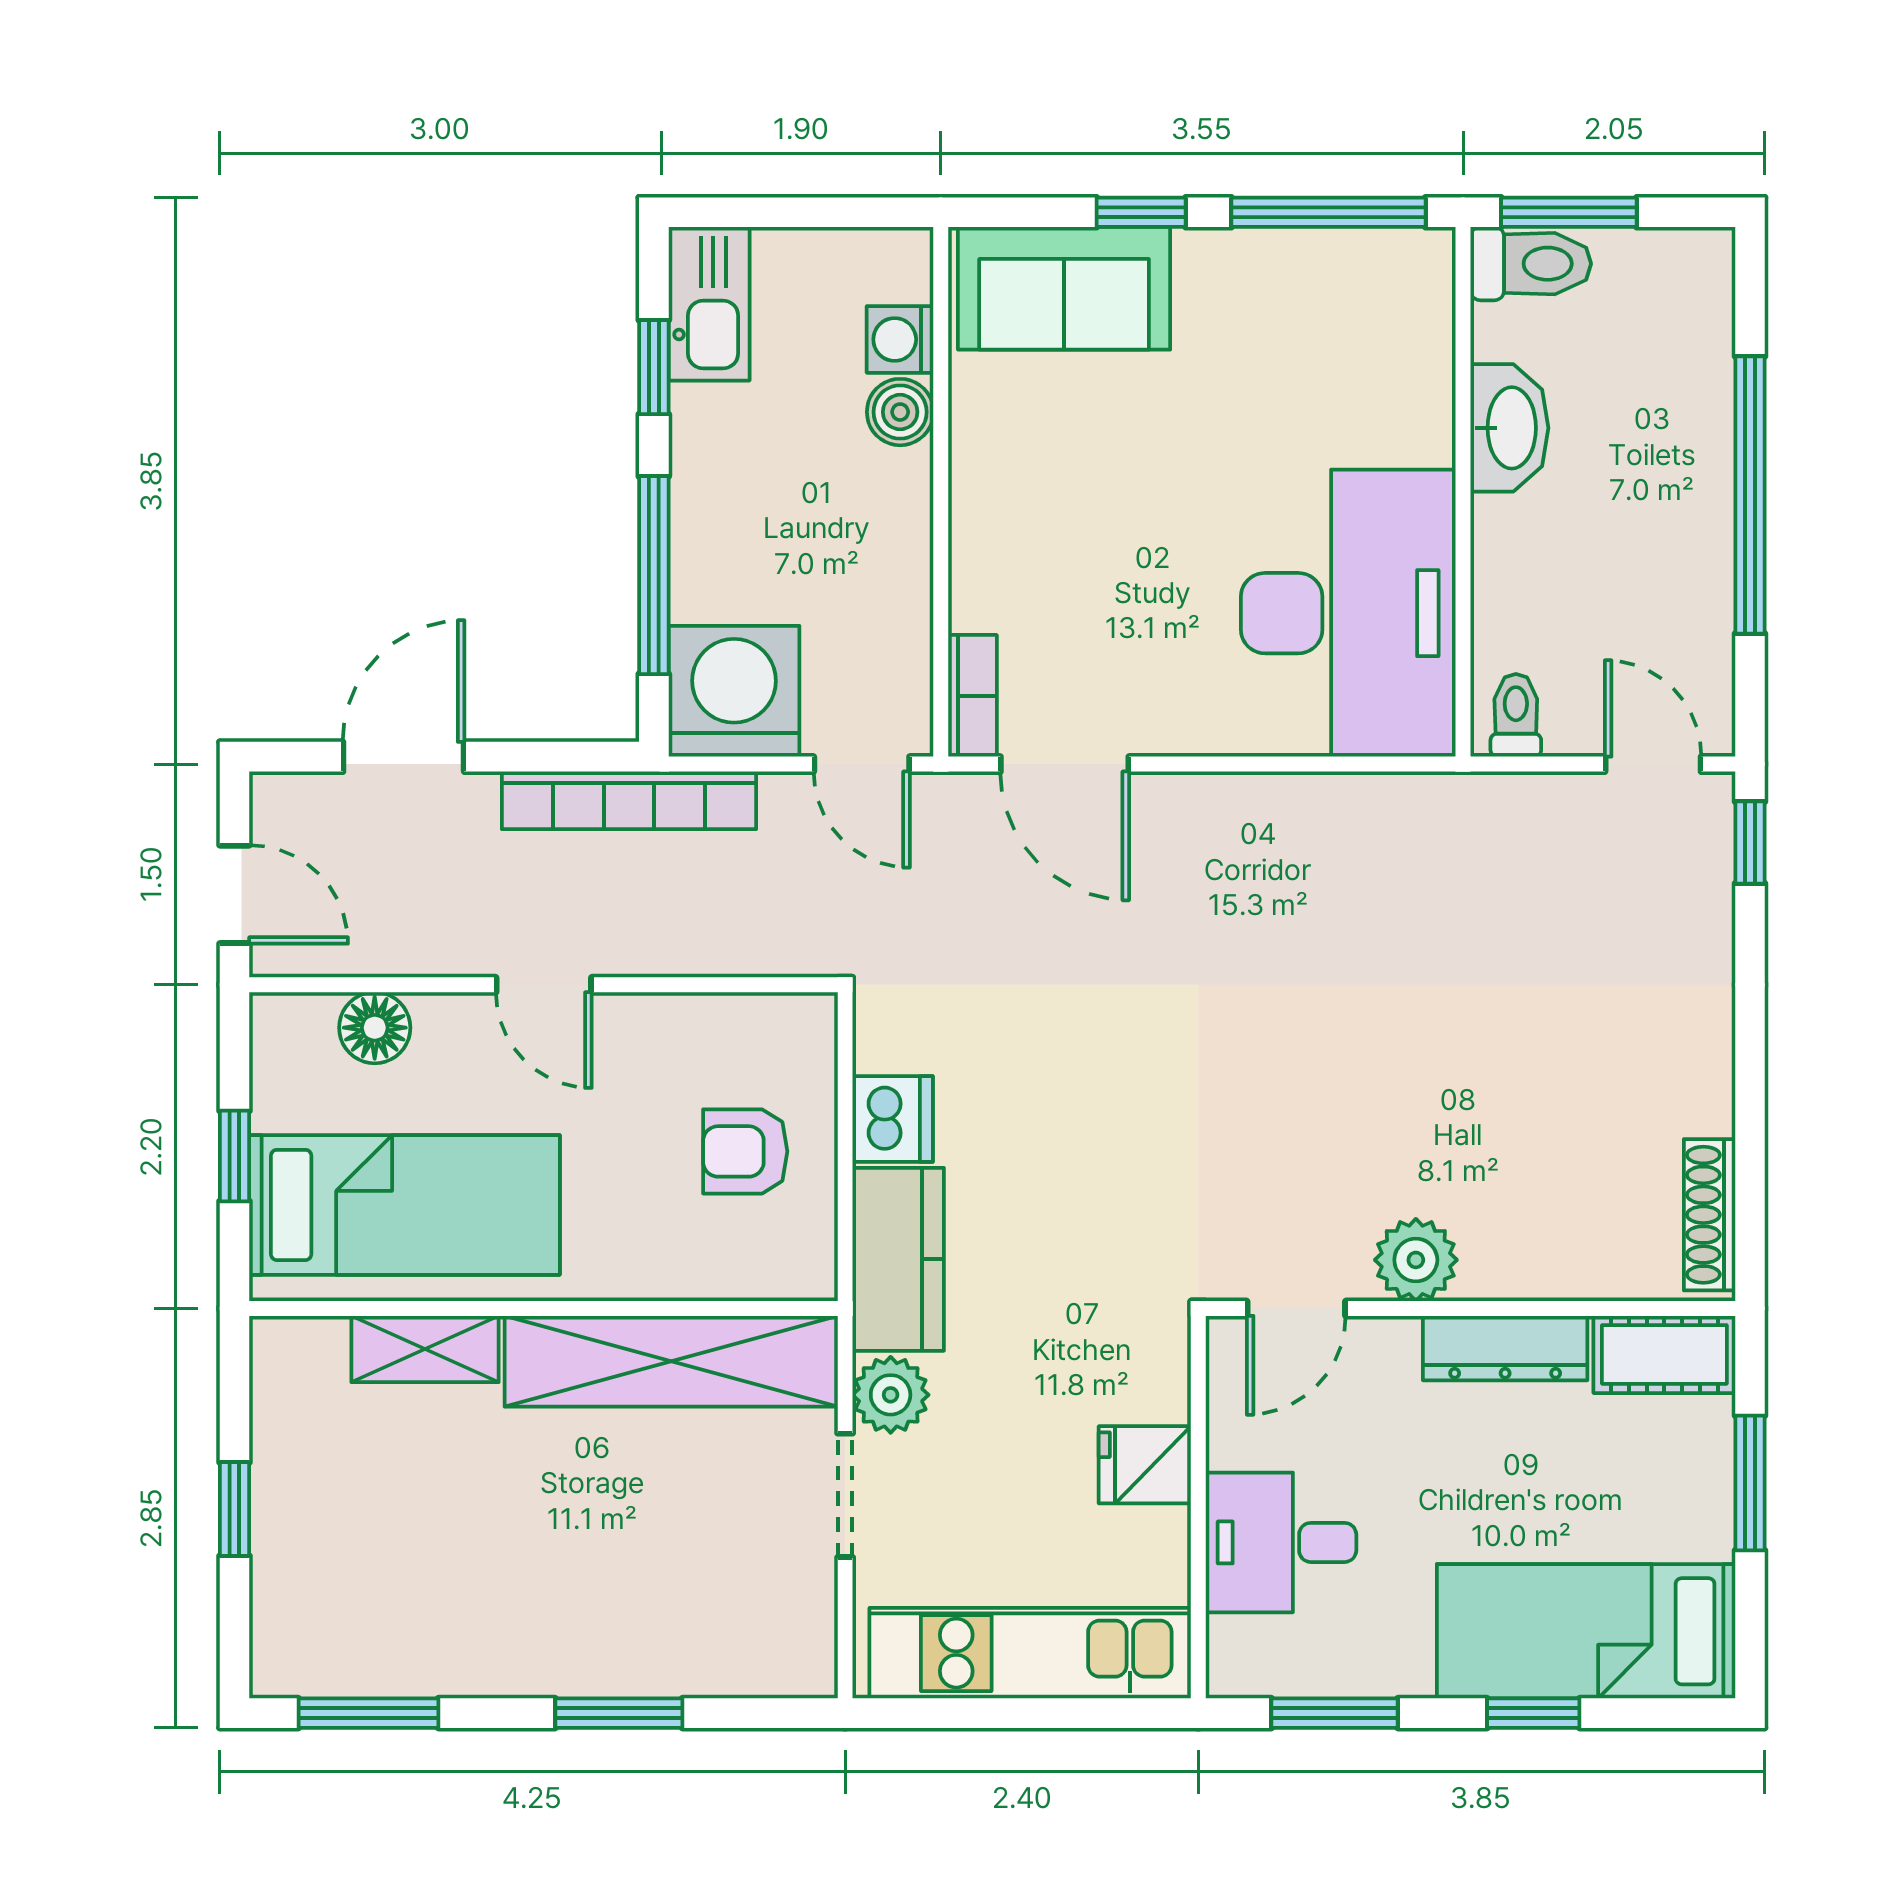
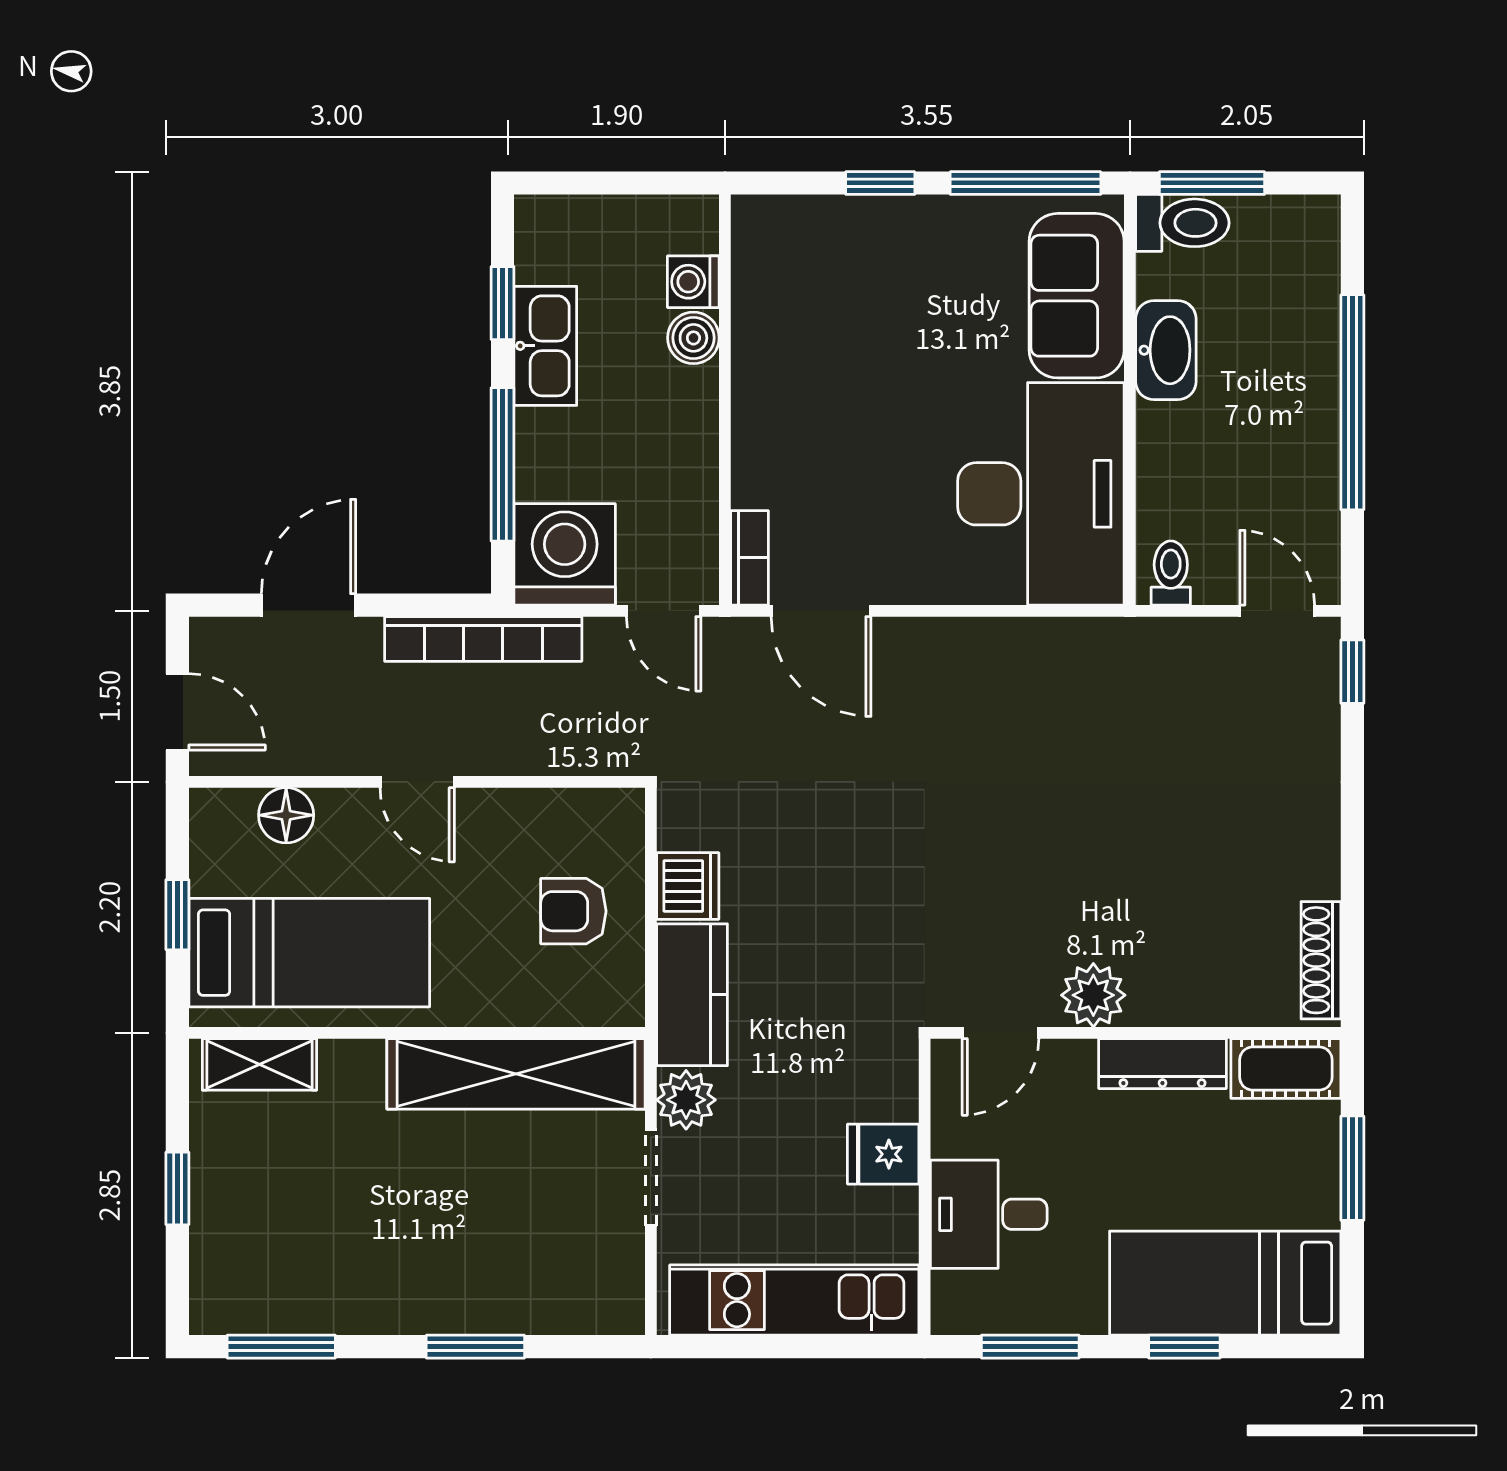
sofa: (1064, 288) -> (1077, 296), moved, turned 90
kitchen sink: (709, 304) -> (545, 346), moved
shelving: (425, 1349) -> (260, 1064), moved

